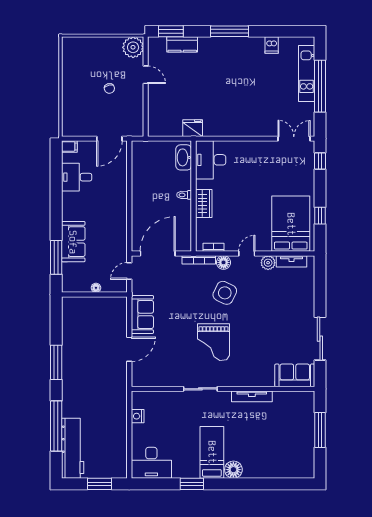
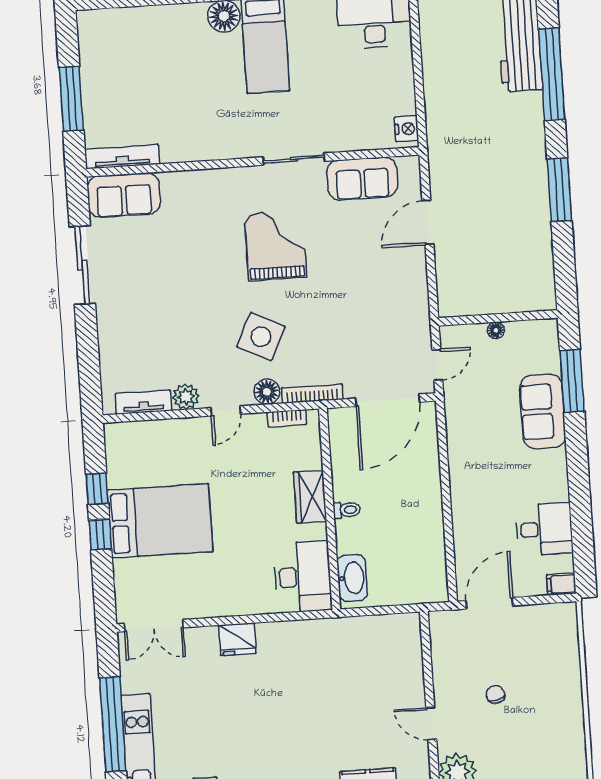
fridge: (193, 128) -> (237, 639), moved
window: (320, 161) -> (100, 534), moved
bed: (291, 224) -> (160, 521), moved, turned -90
sofa: (142, 314) -> (362, 179), moved, turned -90
tv unit: (252, 396) -> (122, 157), moved
nightstand: (138, 416) -> (406, 129), moved

